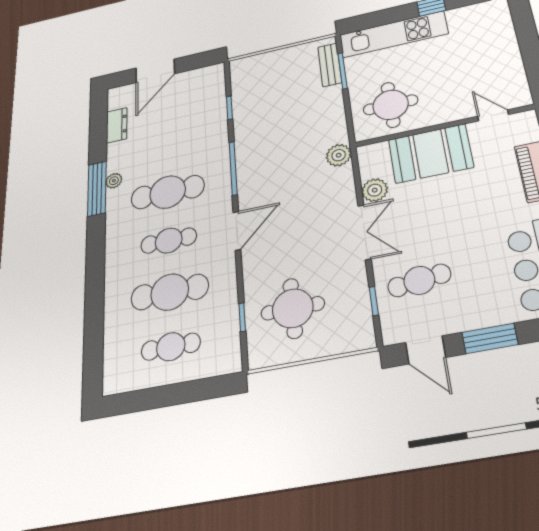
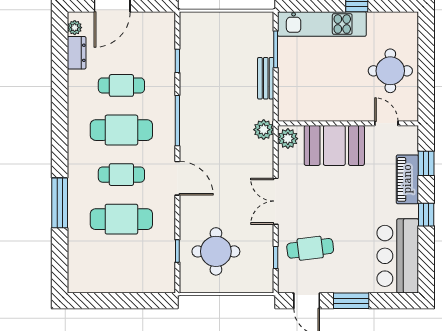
bench: (330, 65) -> (266, 78), moved
round table: (391, 105) -> (390, 71), moved
plant: (114, 181) -> (75, 28), moved
window: (97, 189) -> (60, 203), moved
plant: (375, 190) -> (288, 139), moved
door: (237, 231) -> (177, 178), hinge flipped
double door: (364, 232) -> (276, 201), swing flipped
cafe table: (171, 347) -> (121, 85), moved

